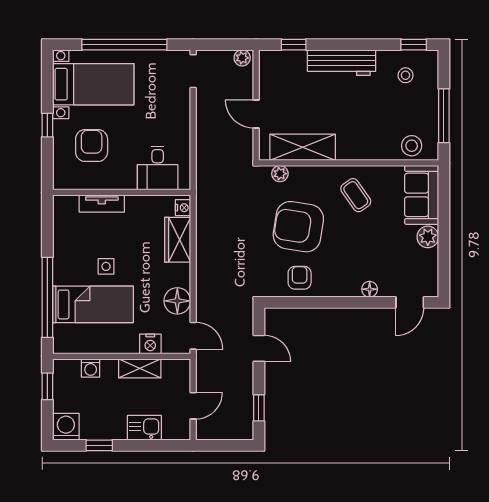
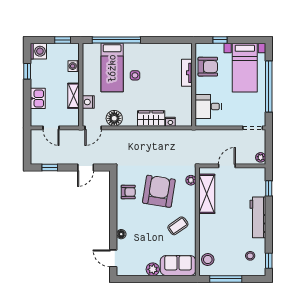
desk: (158, 168) -> (208, 106), moved
wall: (122, 192) -> (194, 85), moved
tv unit: (102, 204) -> (187, 73), moved

